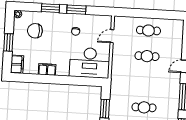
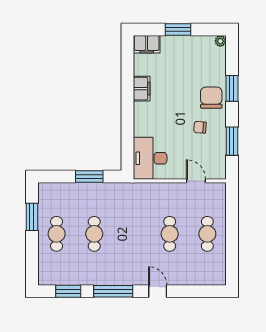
window: (76, 10) -> (232, 141), moved
chair: (35, 31) -> (211, 98), moved
desk: (90, 63) -> (150, 158), width x0.73, depth x0.77

